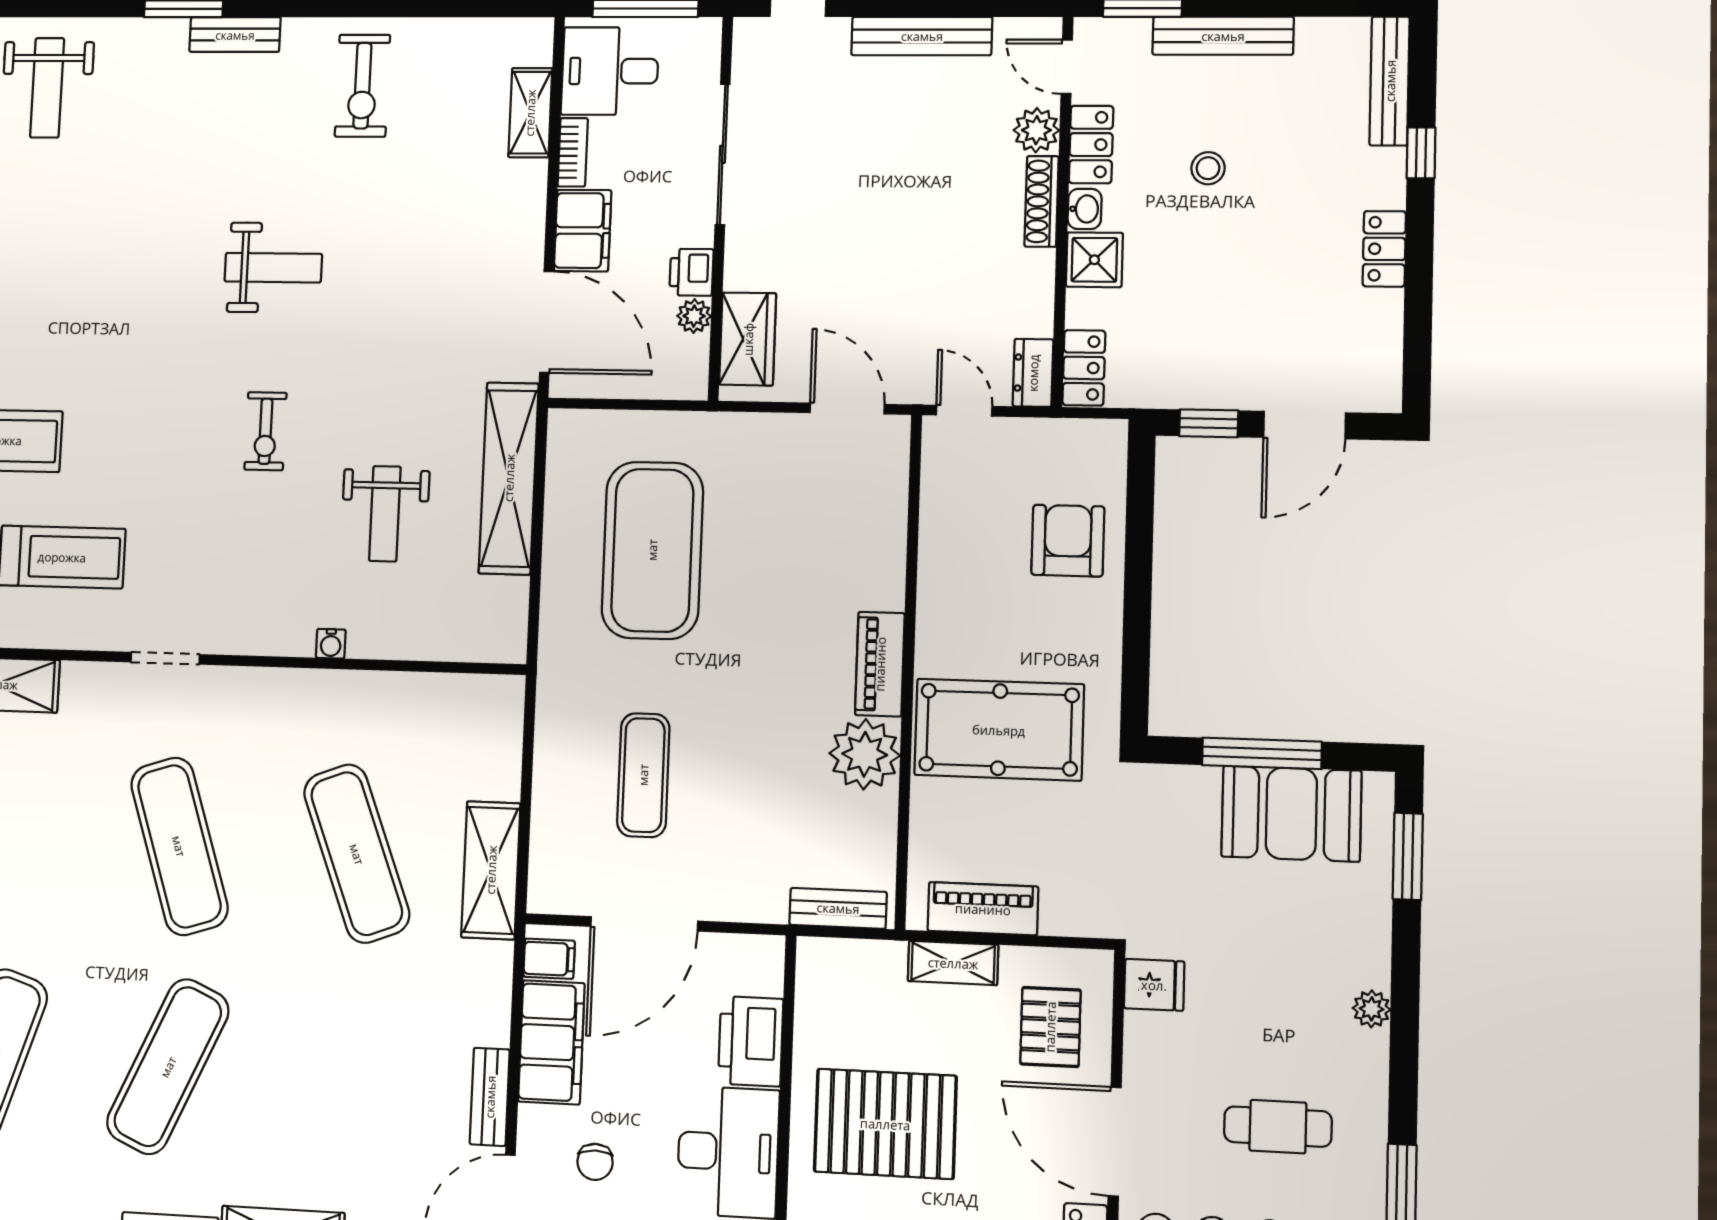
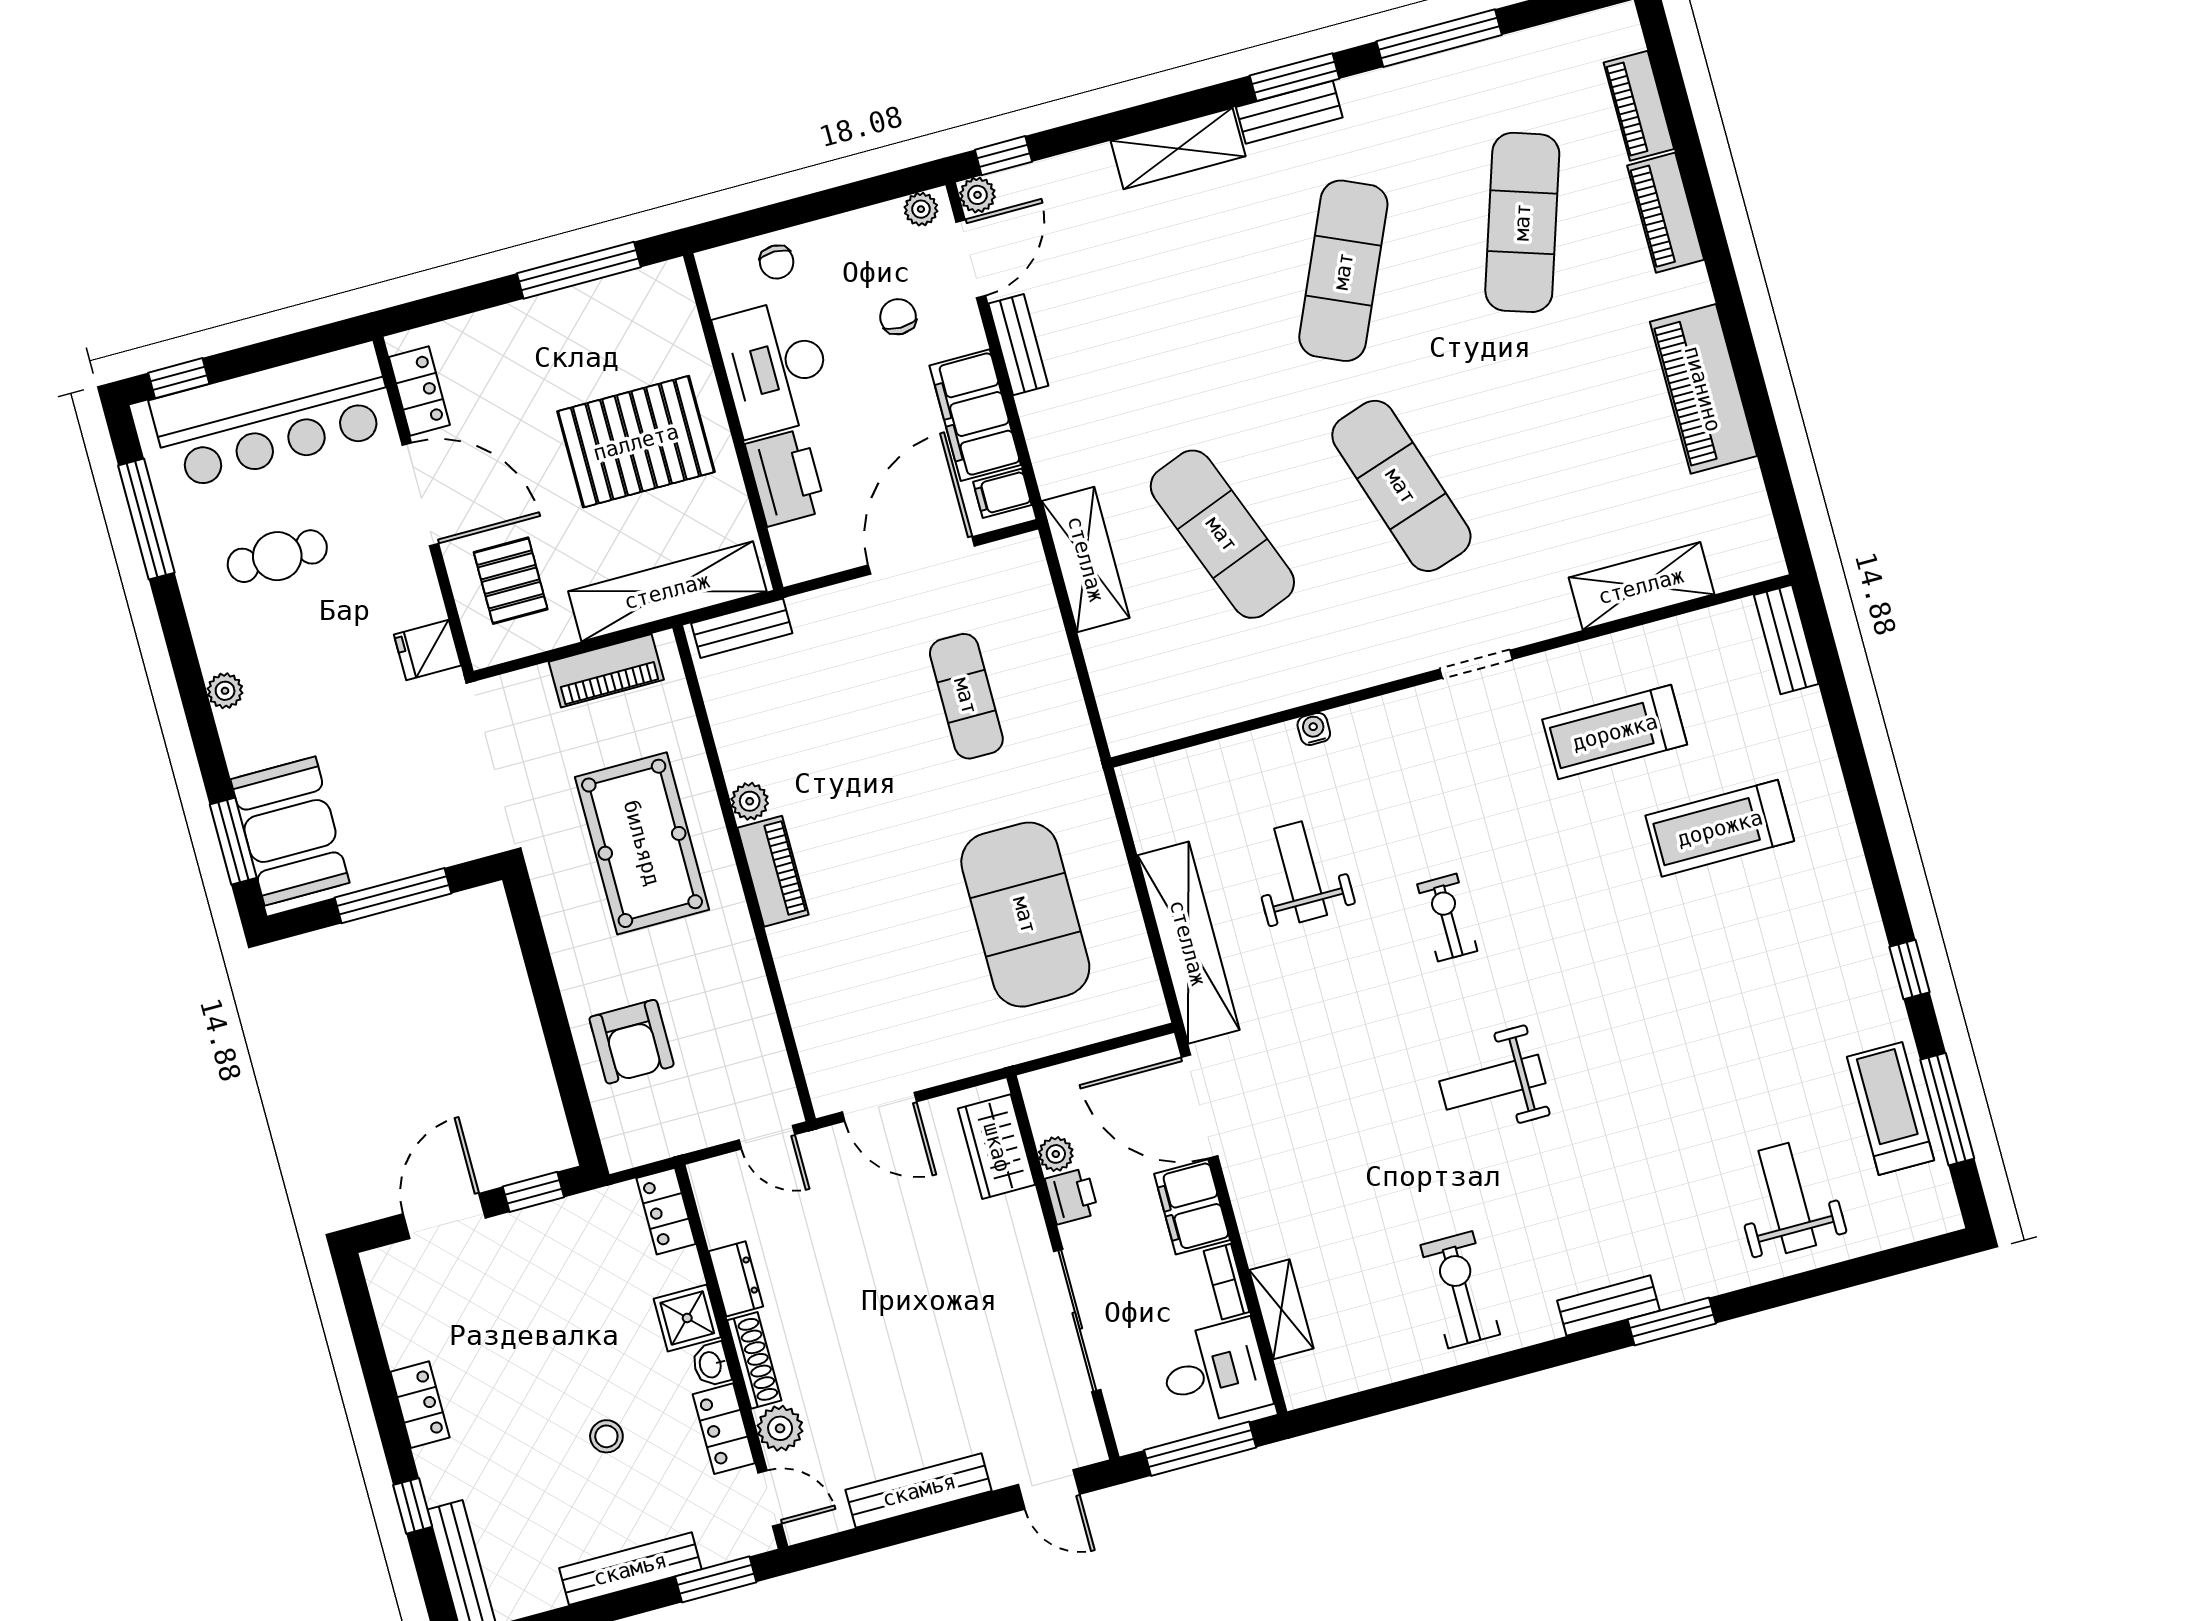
dresser: (1033, 373) -> (736, 1279), moved
pool table: (999, 730) -> (642, 843), turned 90
plant: (865, 754) -> (750, 801), width x0.53, depth x0.53
booth: (1291, 814) -> (290, 831), moved, turned 90
shelving: (953, 963) -> (667, 591), width x2.20, depth x1.33

